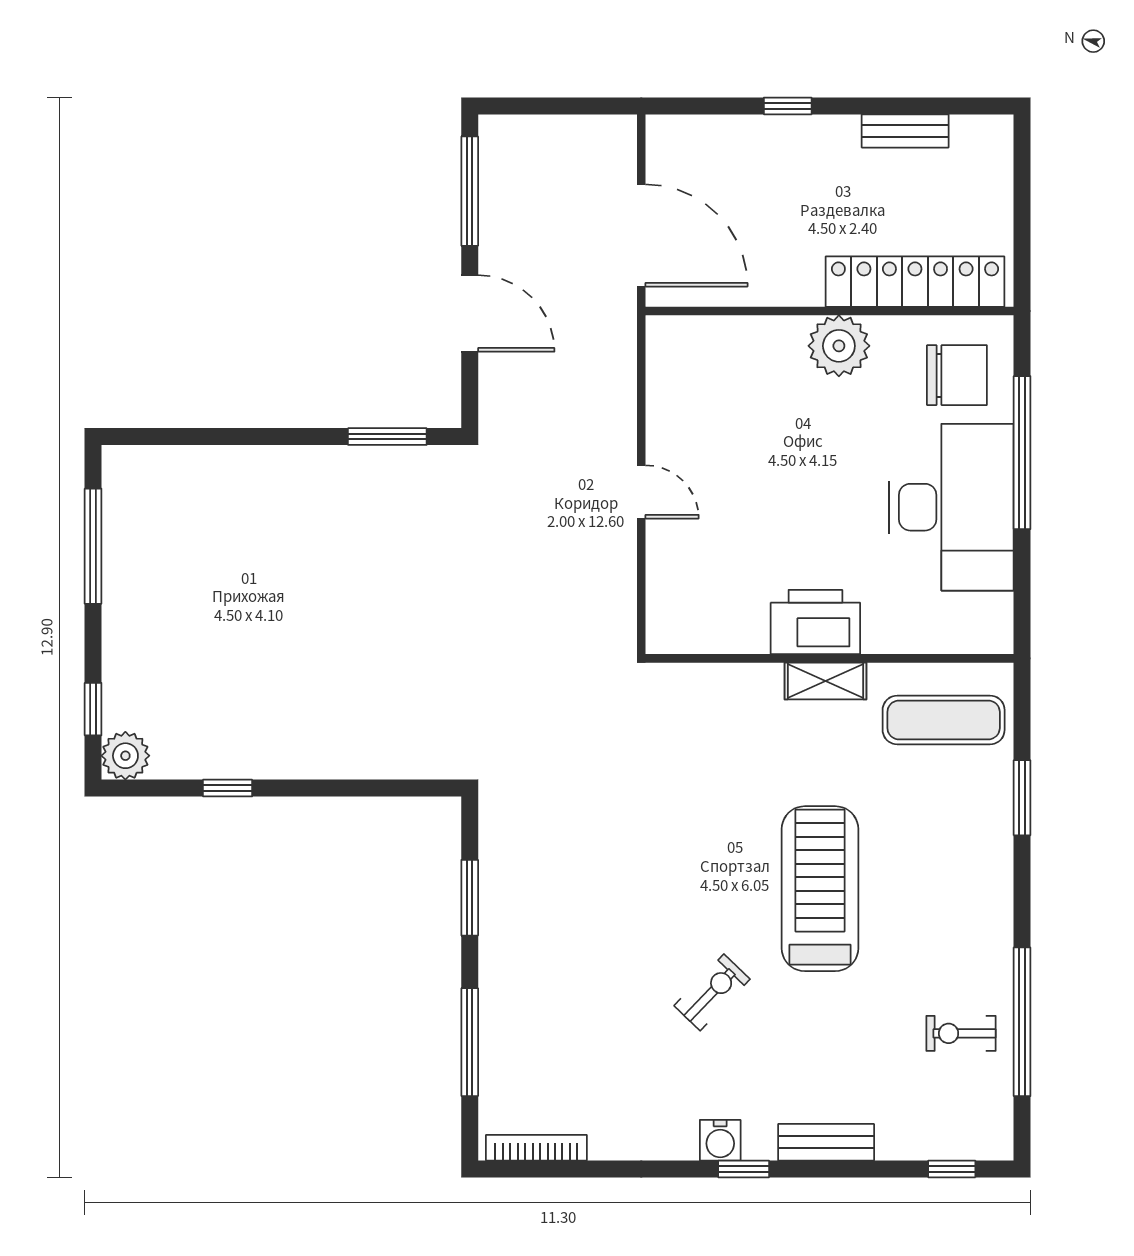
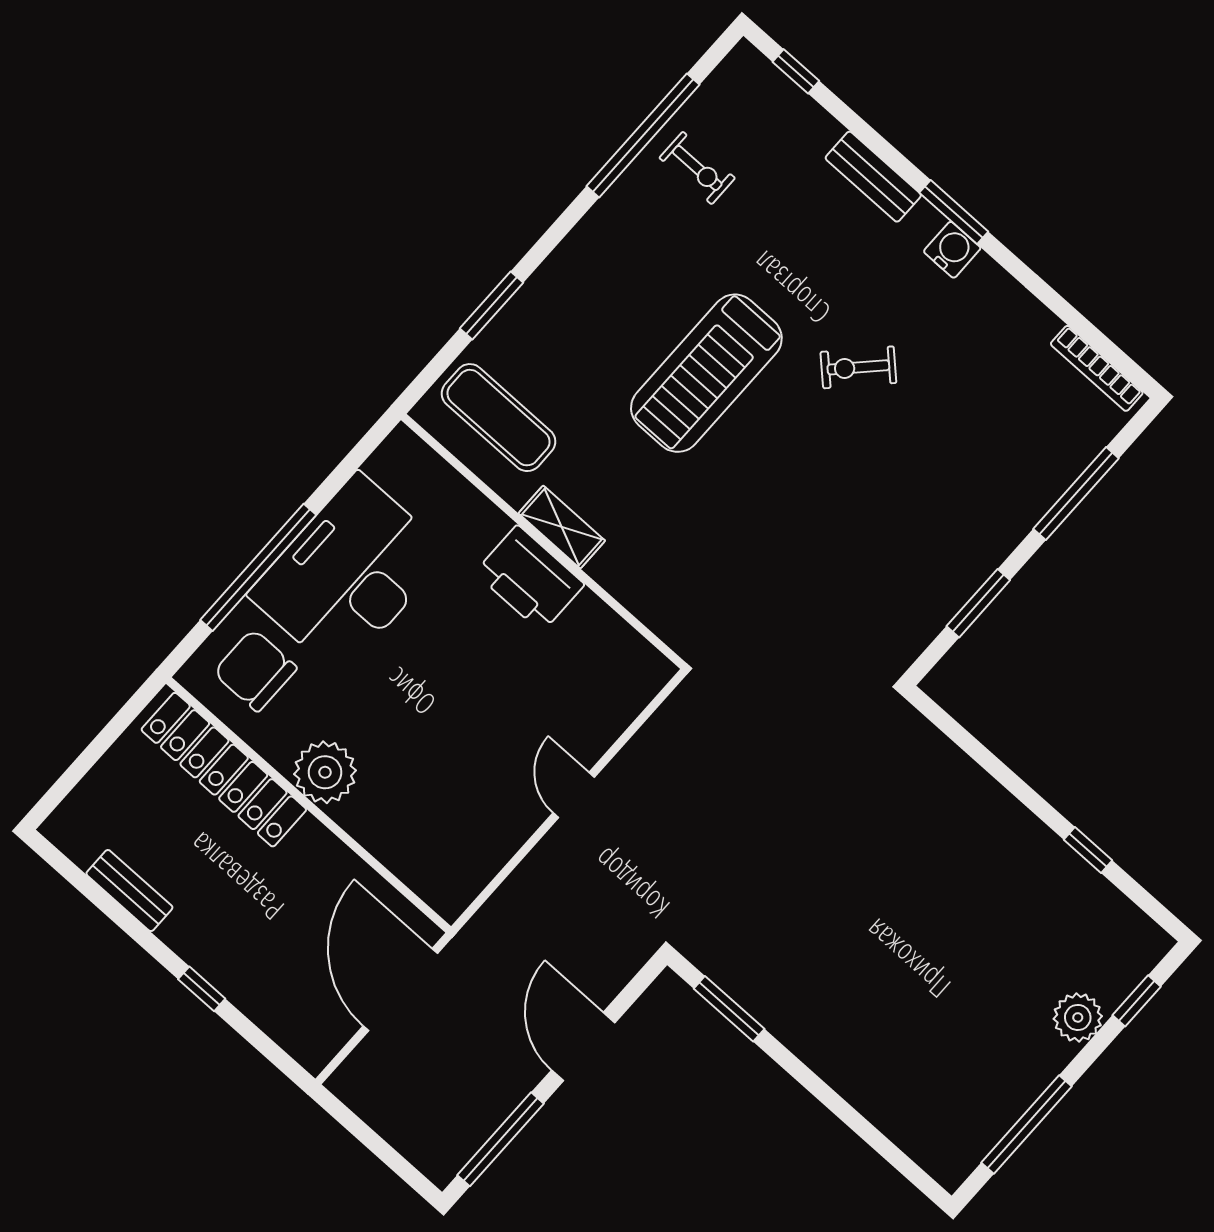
plant: (125, 756) -> (1078, 1017), moved
window: (744, 1169) -> (954, 212), width x1.50

